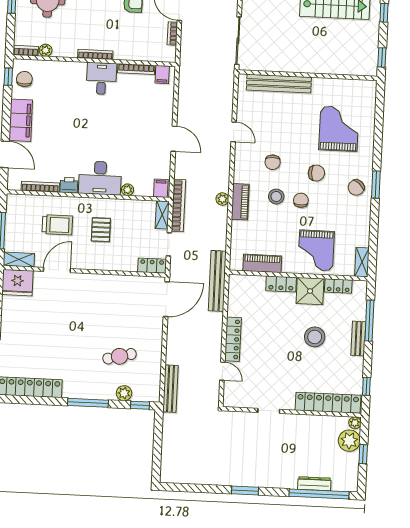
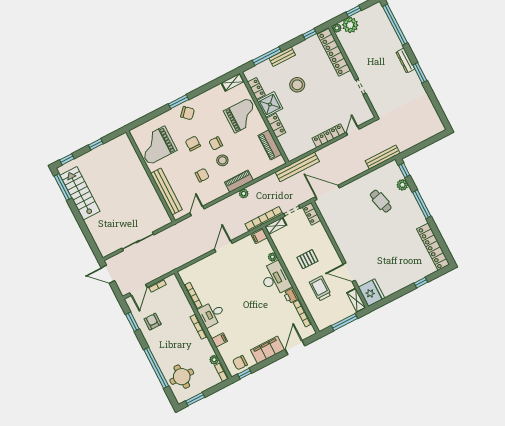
filing cabinet: (162, 75) -> (219, 340), moved
wall: (308, 75) -> (151, 176), moved
bench: (279, 84) -> (166, 192), moved
dresser: (314, 484) -> (405, 61), moved

